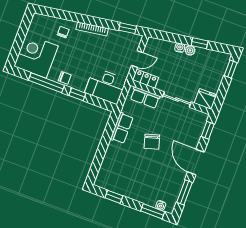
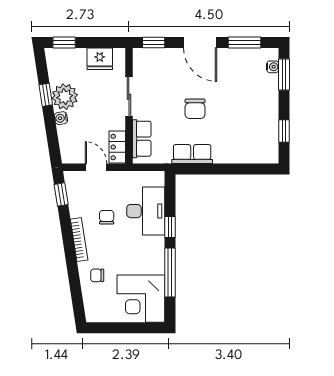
plant: (190, 50) -> (65, 97), width x1.88, depth x1.88
chair: (65, 78) -> (107, 217), moved
desk: (106, 86) -> (146, 211), moved
fridge: (205, 99) -> (100, 59), moved, turned -90
chair: (152, 142) -> (195, 109), turned 107
door: (196, 162) -> (200, 43), hinge flipped

